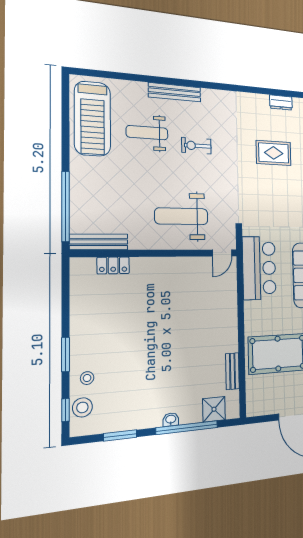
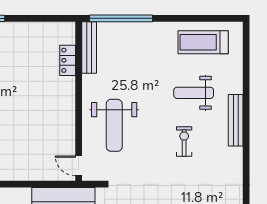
treadmill: (92, 119) -> (203, 42), width x0.73, depth x0.73
weight bench: (147, 133) -> (194, 93), turned -90
weight bench: (181, 216) -> (114, 125), turned 180

